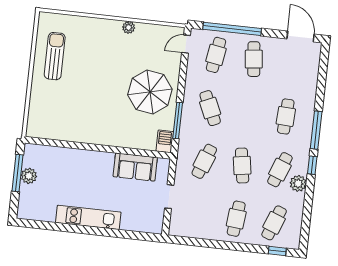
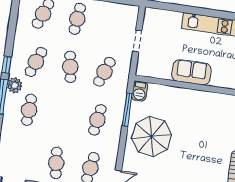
cafe table: (210, 108) -> (97, 120), turned 33
sofa: (135, 167) -> (191, 72), moved
plant: (298, 183) -> (15, 85), moved

